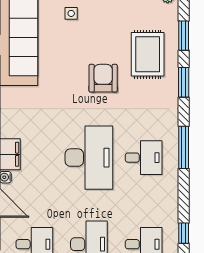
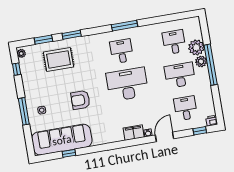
armchair: (103, 78) -> (80, 100), moved
window: (184, 147) -> (124, 26), moved
window: (184, 233) -> (163, 19), removed

